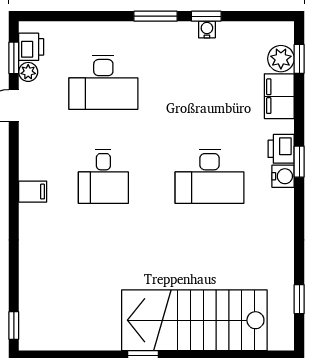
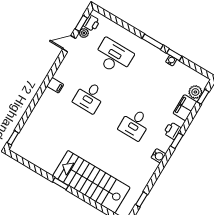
desk: (103, 82) -> (113, 57), turned 180
desk: (210, 176) -> (135, 124), width x0.73
water cooler: (283, 176) -> (158, 156), moved

